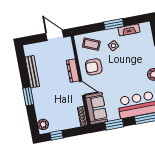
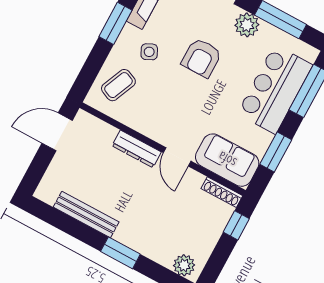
armchair: (94, 67) -> (202, 58), moved
door: (82, 88) -> (177, 157), swing flipped
window: (57, 135) -> (236, 225), moved

